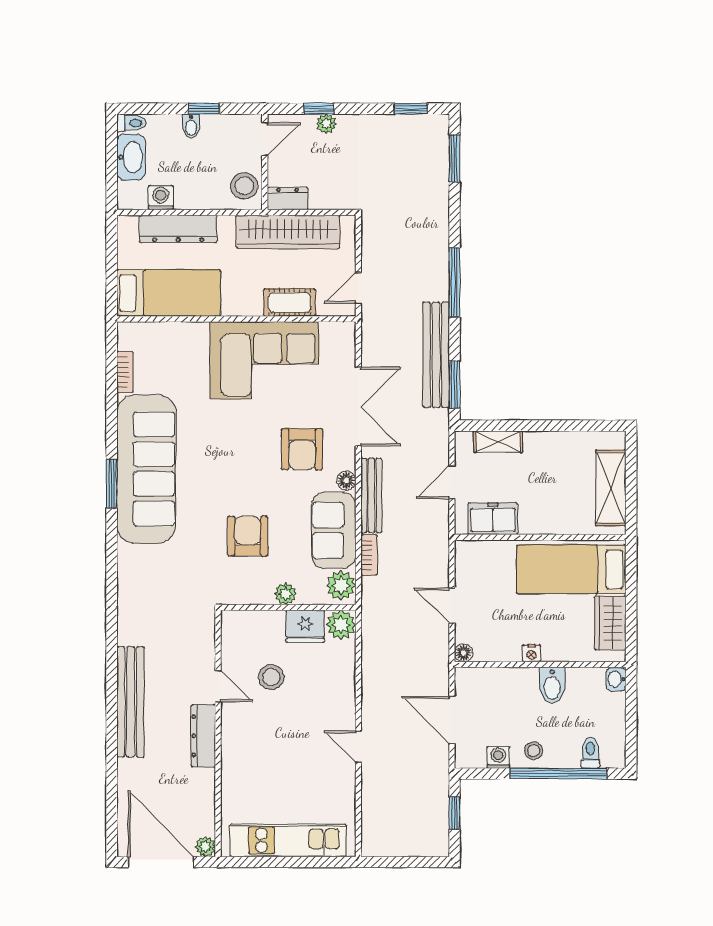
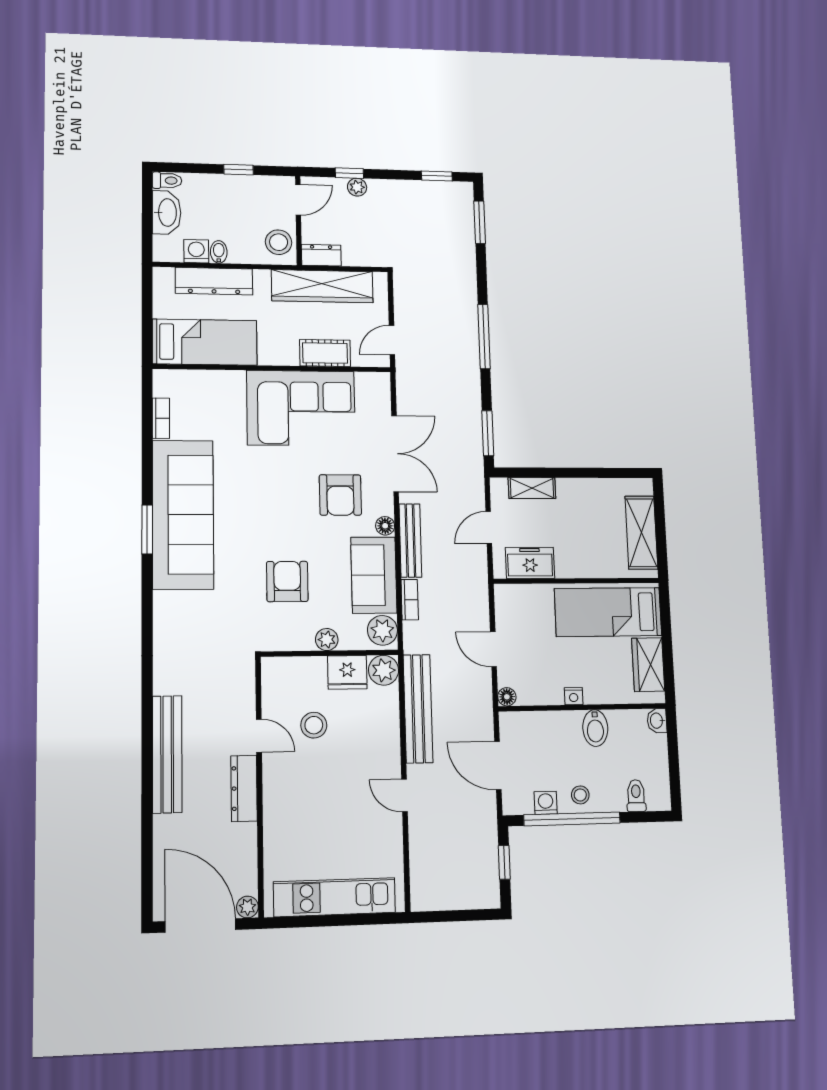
bidet: (191, 126) -> (219, 252), moved, turned 180
bench: (436, 355) -> (418, 709), moved
window: (558, 774) -> (572, 819), moved

